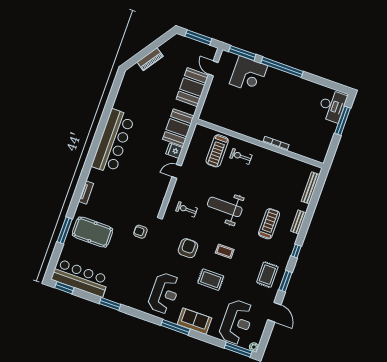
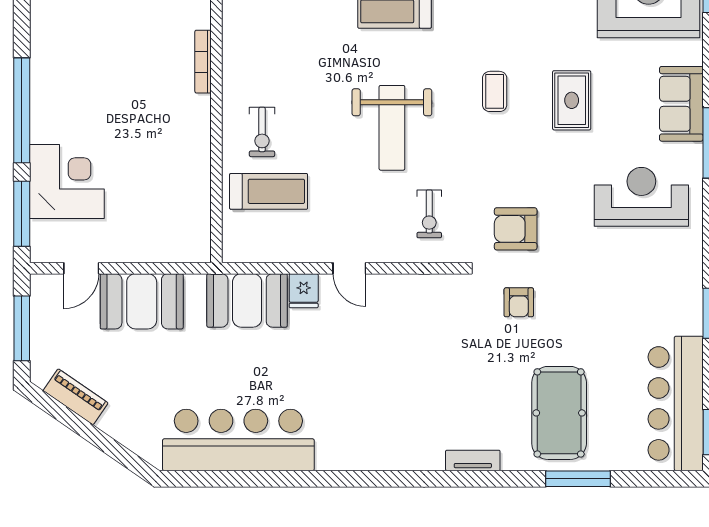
piano: (150, 59) -> (76, 397), moved
bar counter: (113, 141) -> (238, 440), moved
armchair: (188, 248) -> (516, 229), moved

